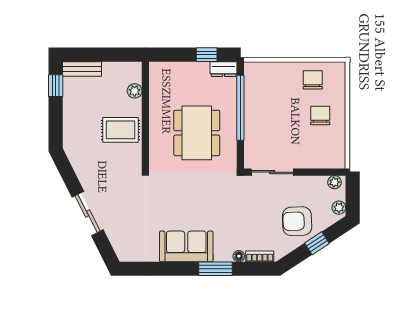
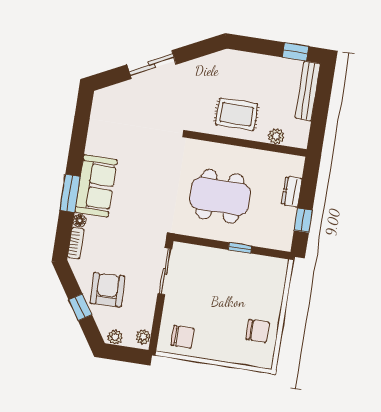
bench: (82, 69) -> (308, 91), width x1.36
dresser: (224, 69) -> (292, 192), moved
window: (240, 108) -> (240, 248), width x0.32
chair: (320, 115) -> (182, 337), moved
rug: (120, 130) -> (237, 114), turned 90
sofa: (186, 246) -> (96, 186), moved

